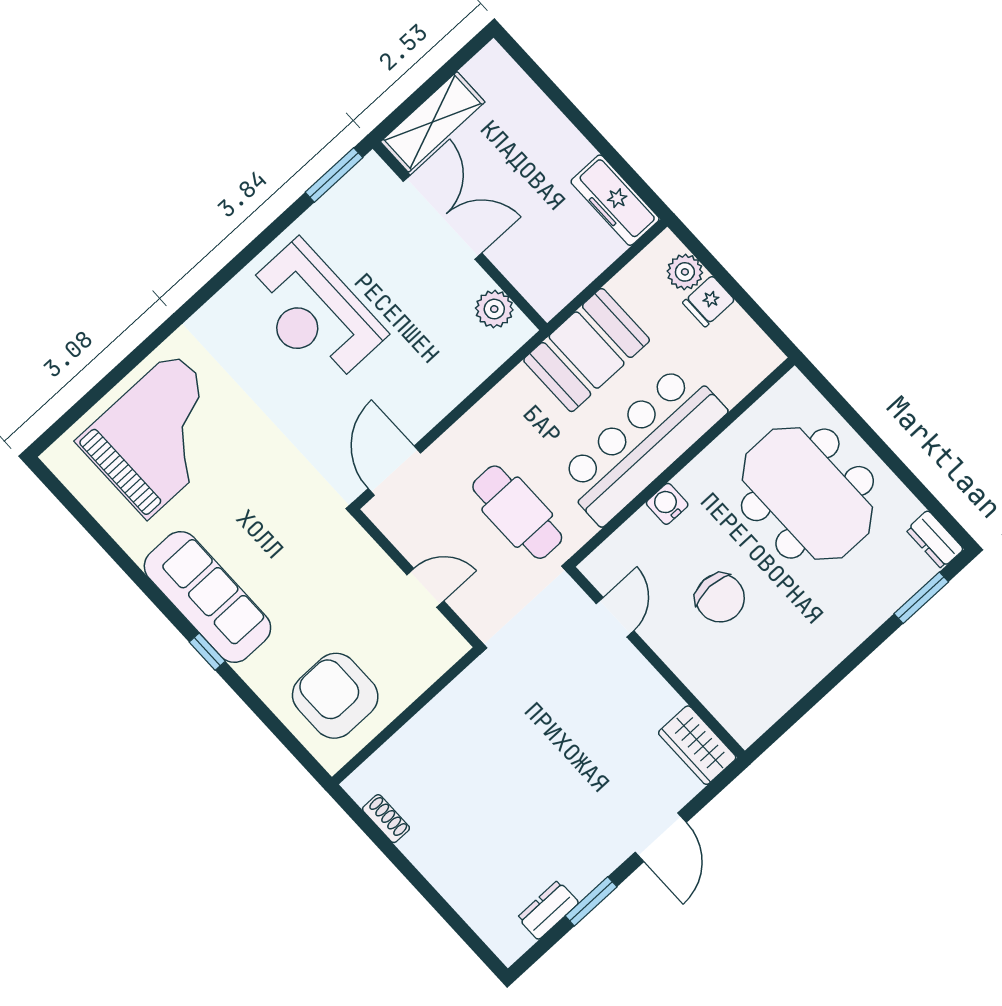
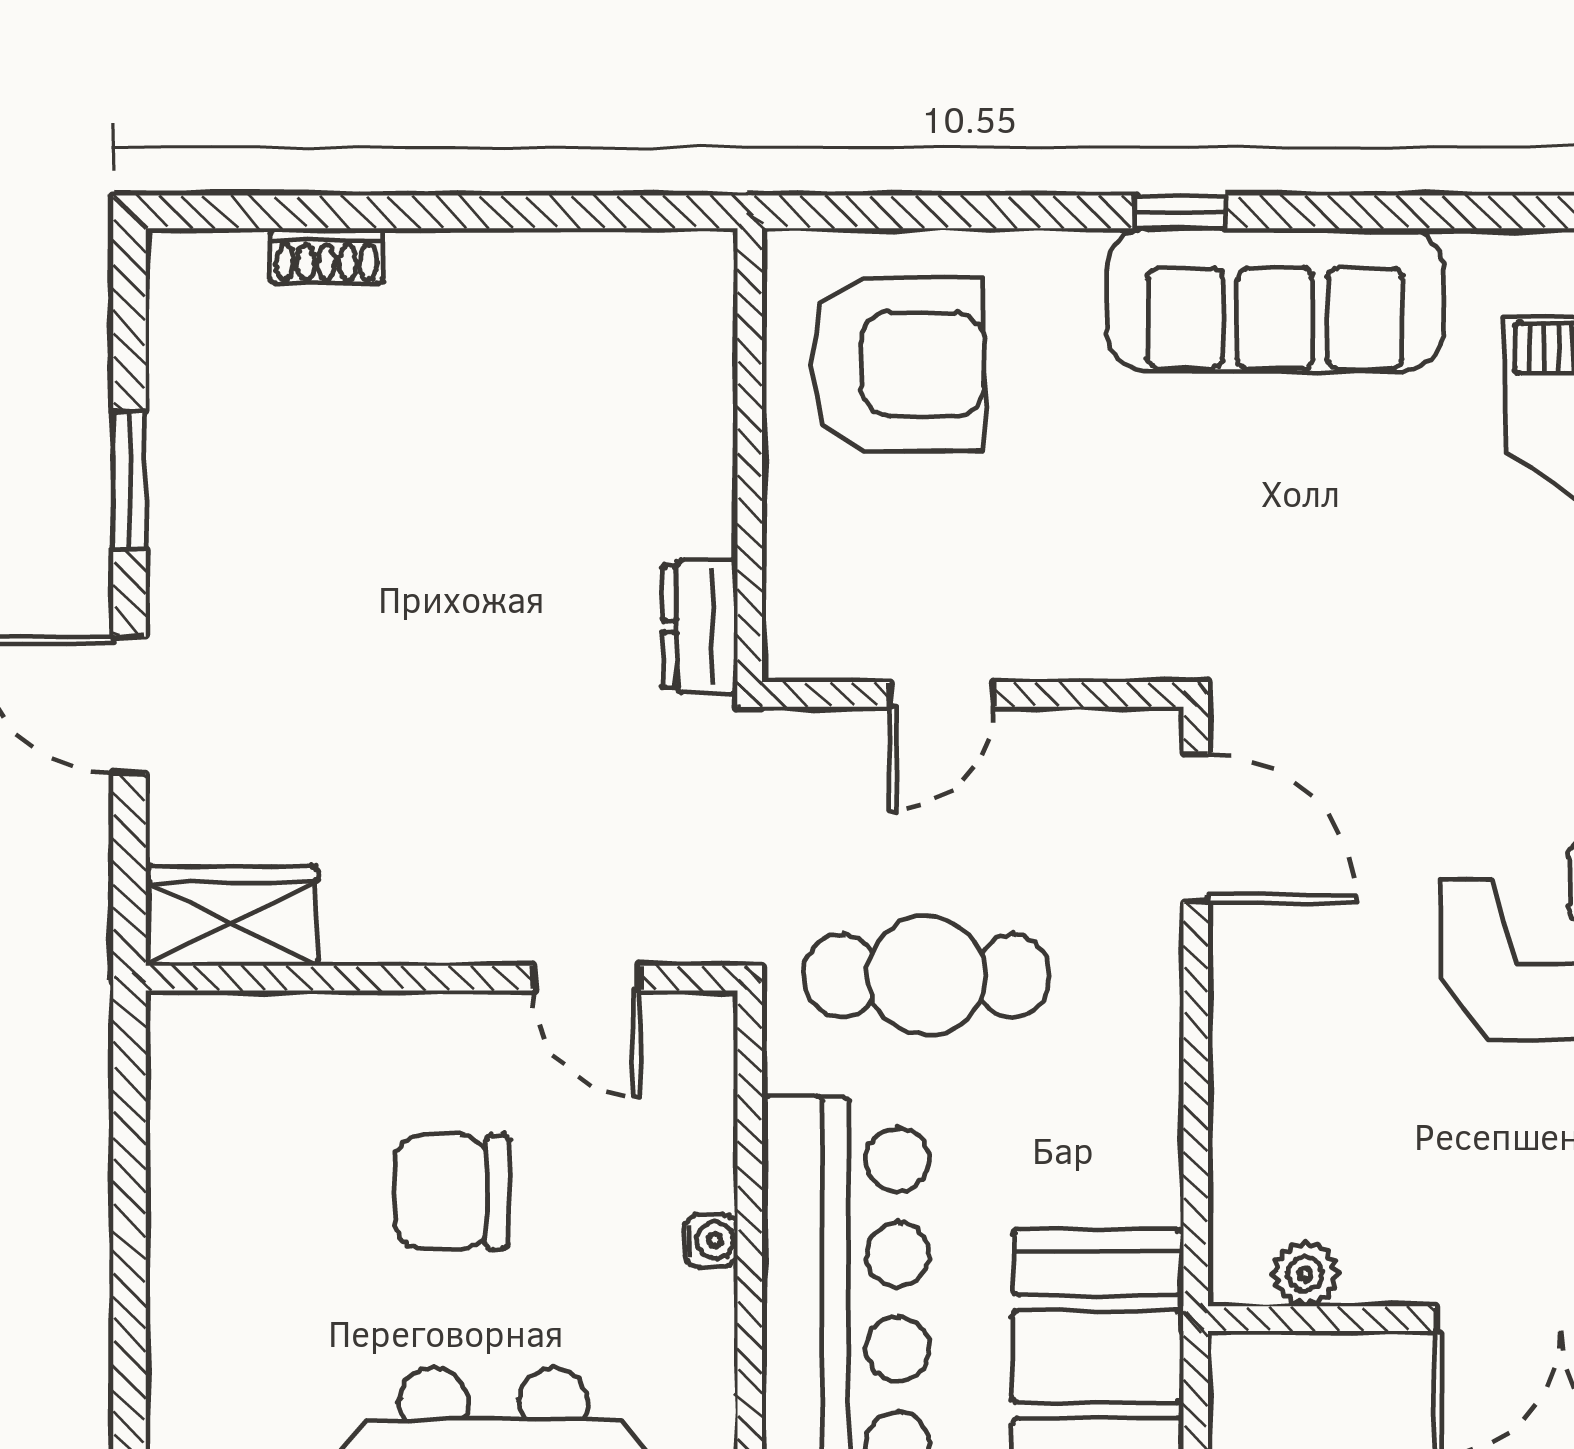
plant: (494, 309) -> (1305, 1274), width x0.73, depth x0.73
water cooler: (667, 504) -> (711, 1240), width x0.72, depth x0.72
shoe rack: (386, 819) -> (327, 256), moved
dresser: (548, 910) -> (700, 626), moved, turned 180

